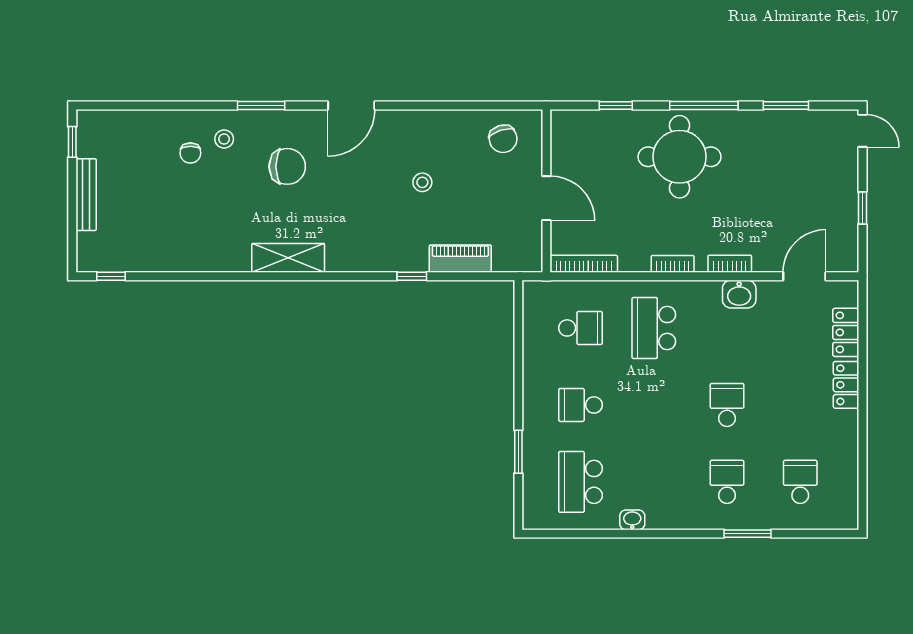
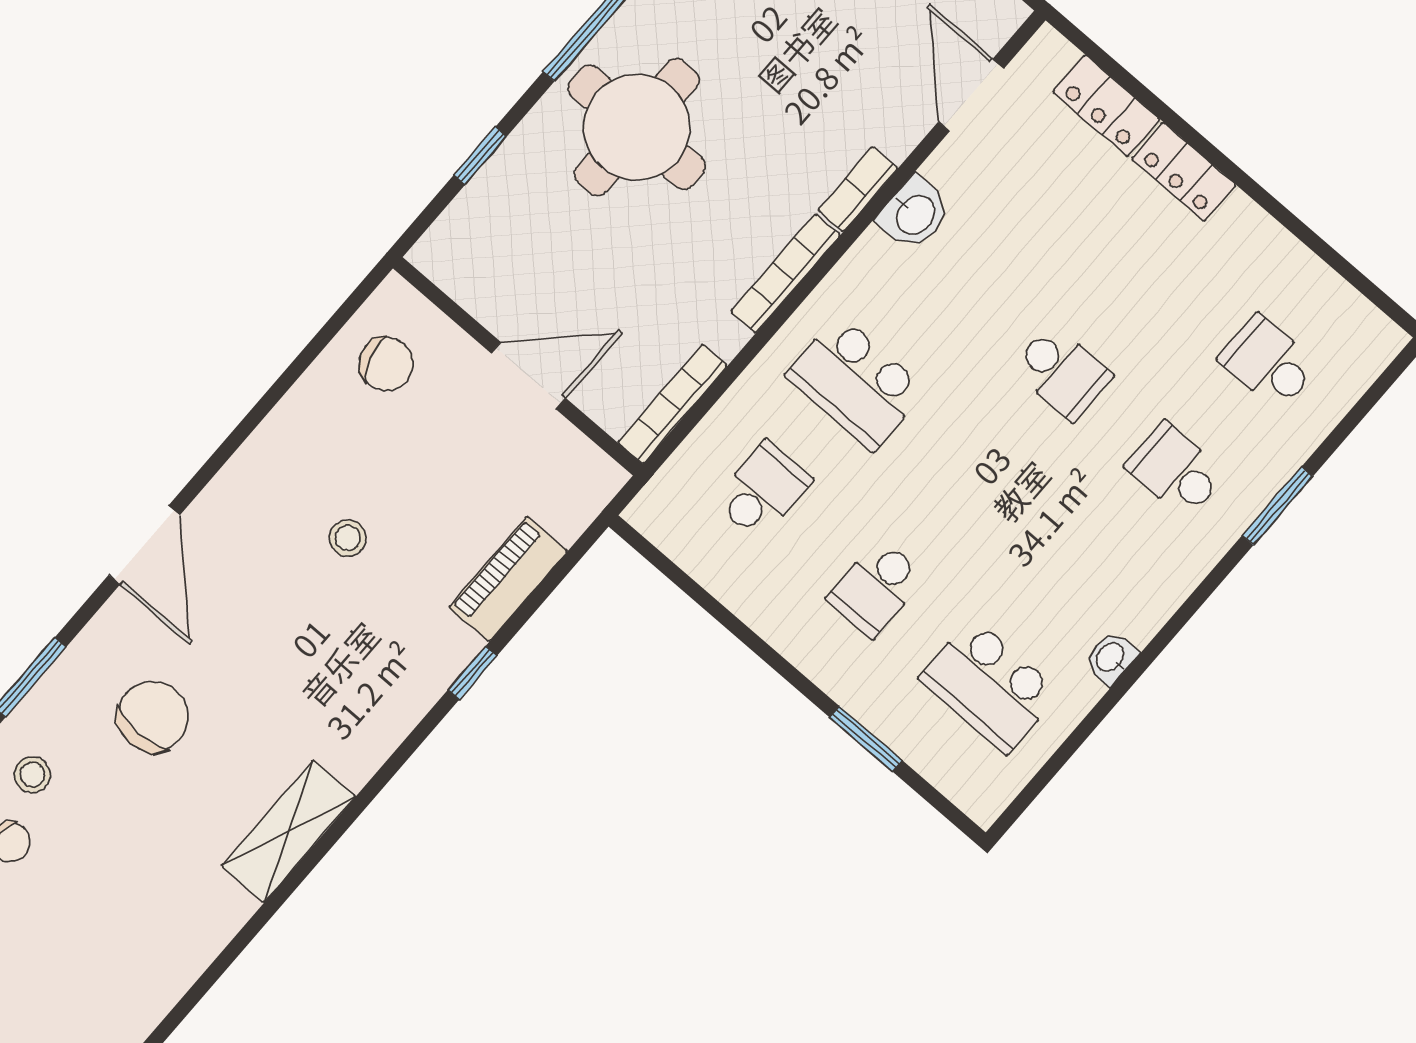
bookcase: (673, 264) -> (786, 273), width x1.56
school desk: (727, 405) -> (1062, 372), turned 180

